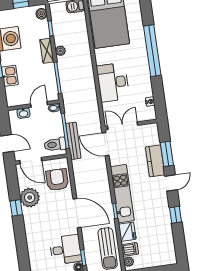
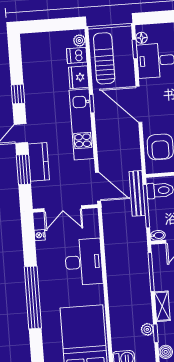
plant: (60, 51) -> (147, 329), moved
double door: (123, 126) -> (63, 209), moved

